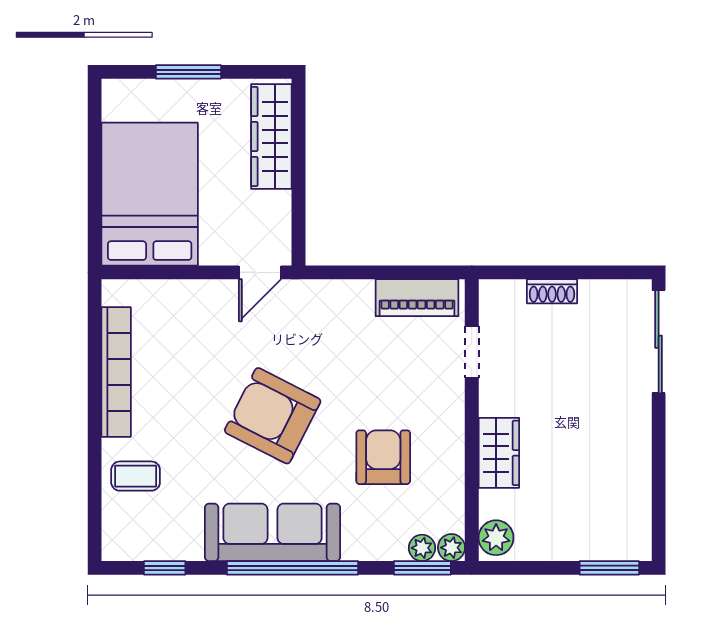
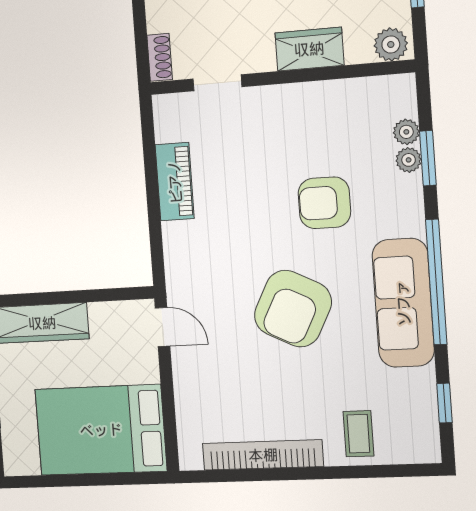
doorway: (472, 352) -> (217, 83), moved
wall: (472, 420) -> (280, 77), moved
wardrobe: (499, 453) -> (309, 49), moved
plant: (496, 538) -> (391, 44), moved

